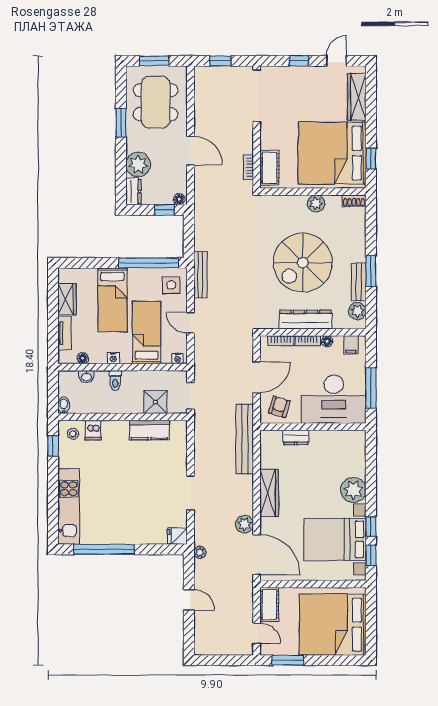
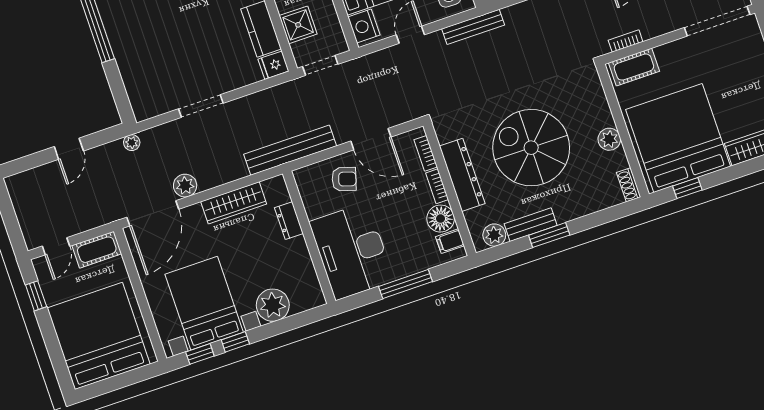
floor lamp: (327, 341) -> (441, 219), width x1.89, depth x1.89
nightstand: (178, 359) -> (364, 26), width x1.89, depth x1.79
desk: (334, 399) -> (352, 251), moved
wall: (313, 427) -> (309, 237), moved
dresser: (296, 437) -> (289, 221), moved
fridge: (177, 536) -> (273, 65), moved, turned -90
window: (288, 660) -> (36, 296), width x0.67

